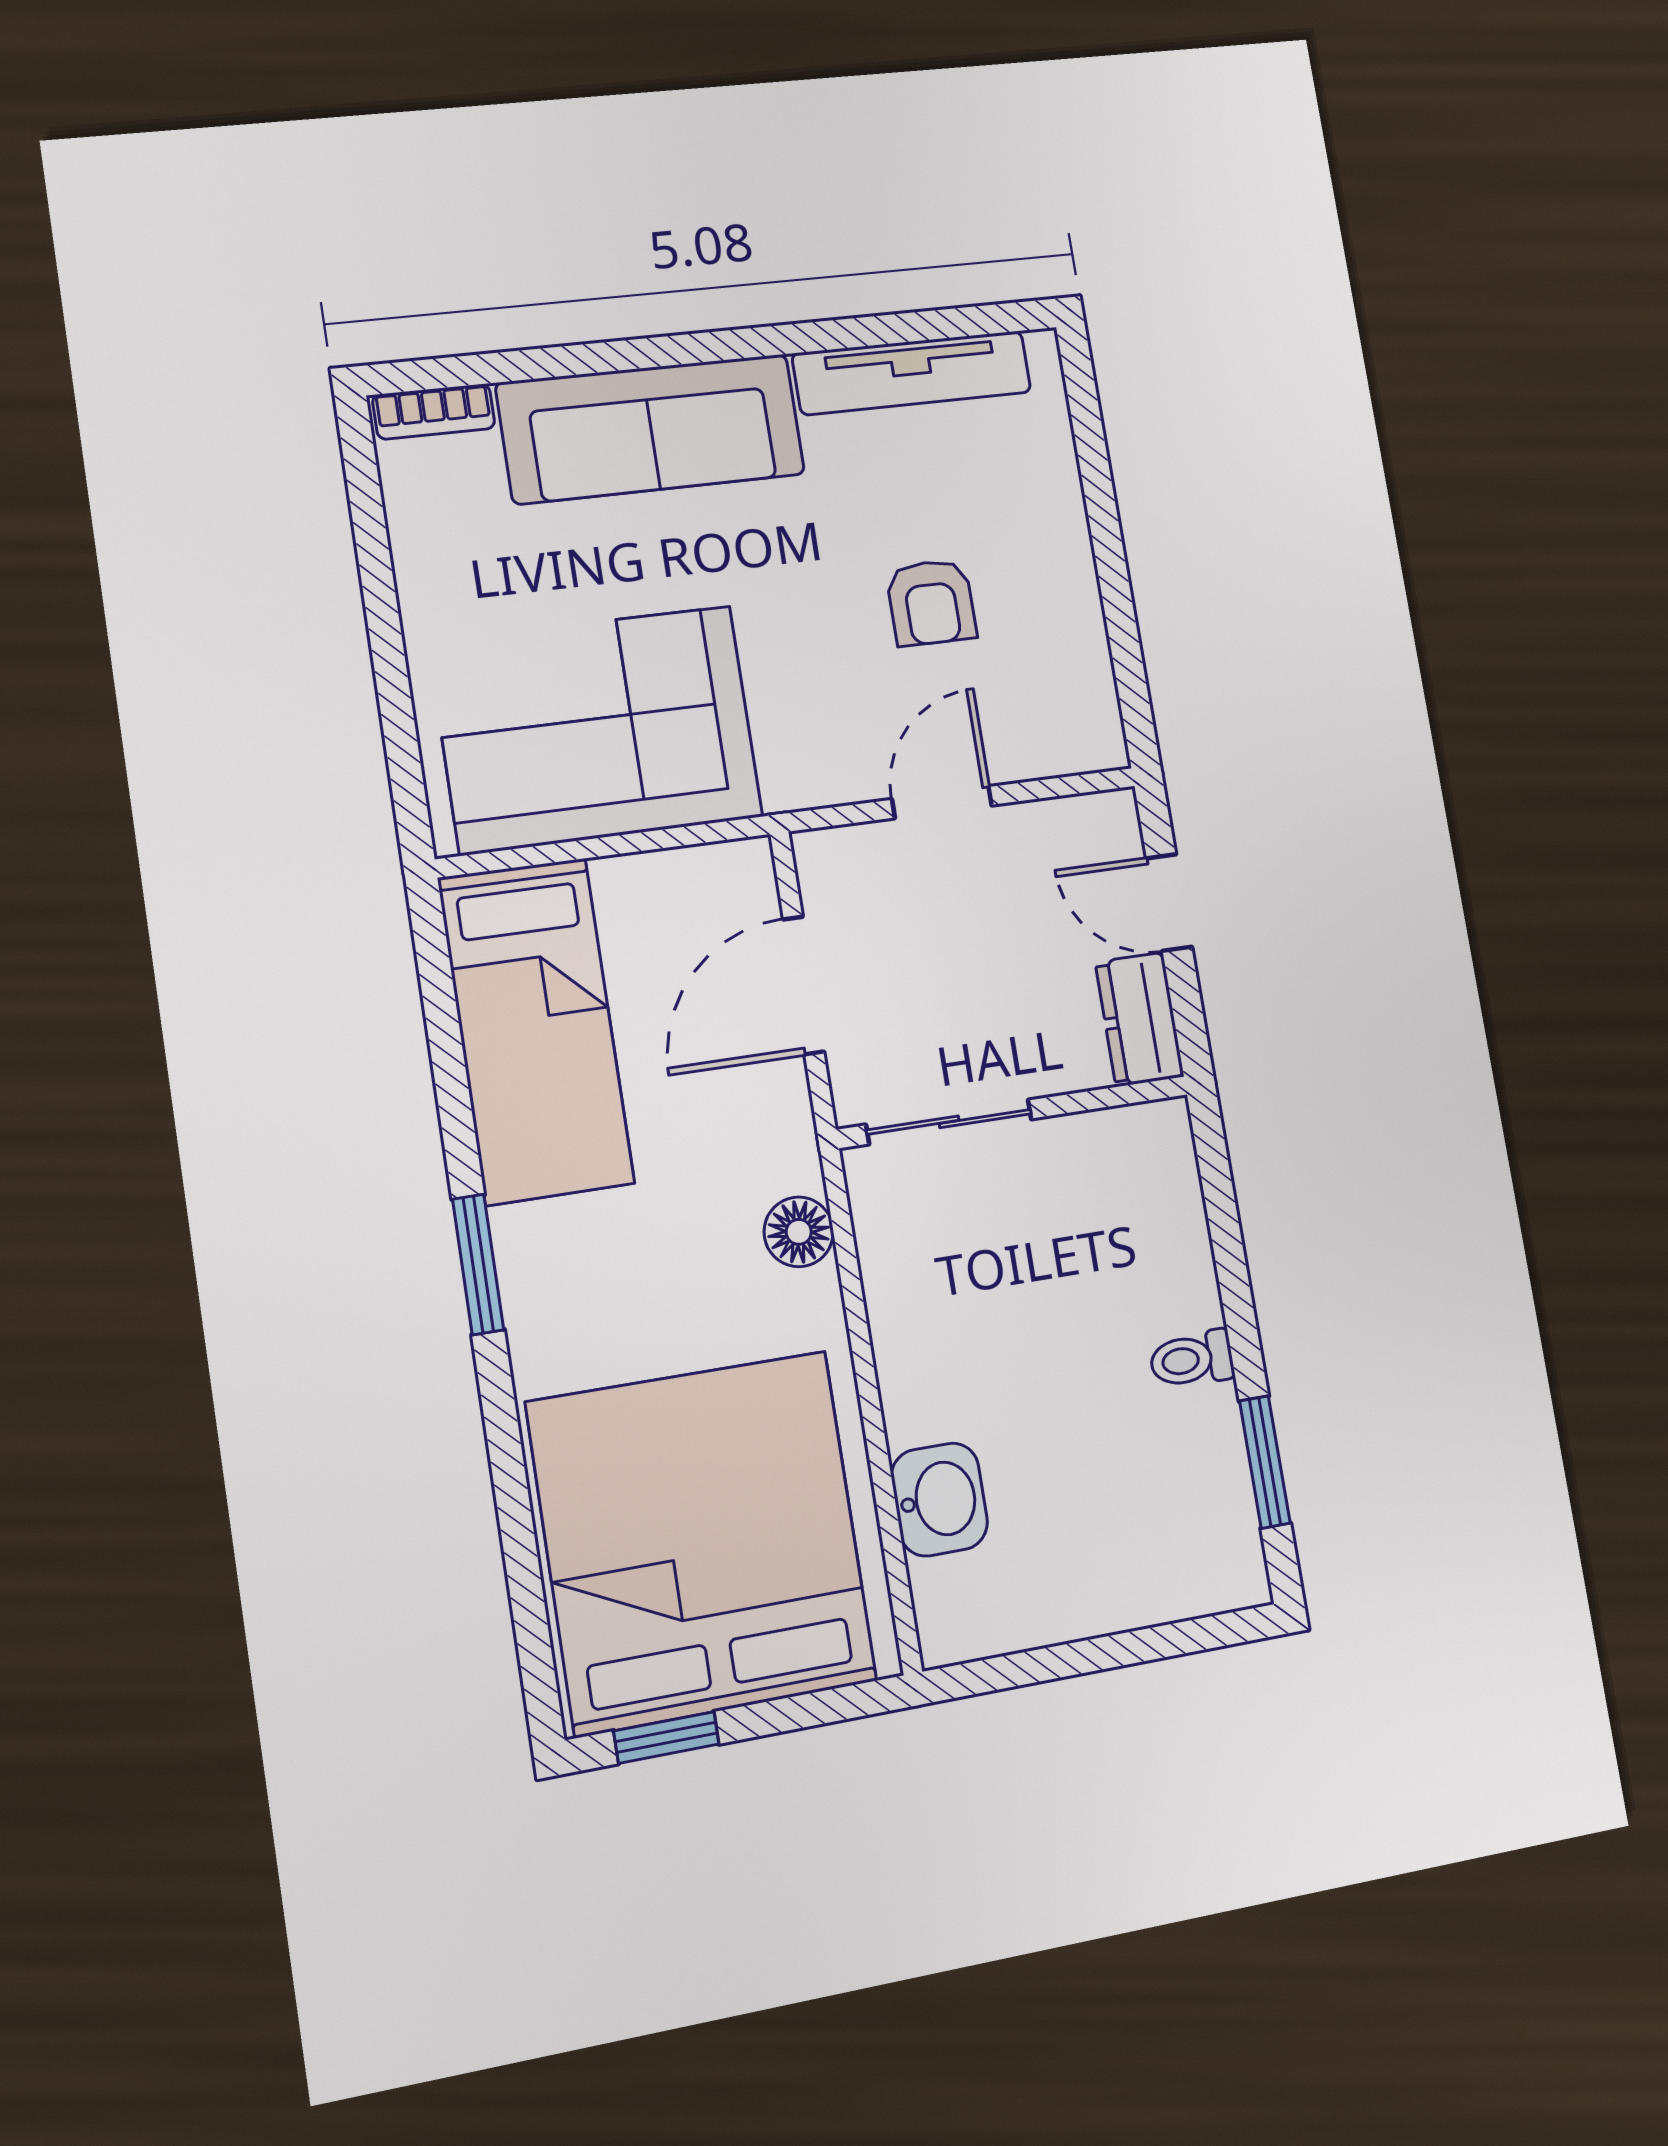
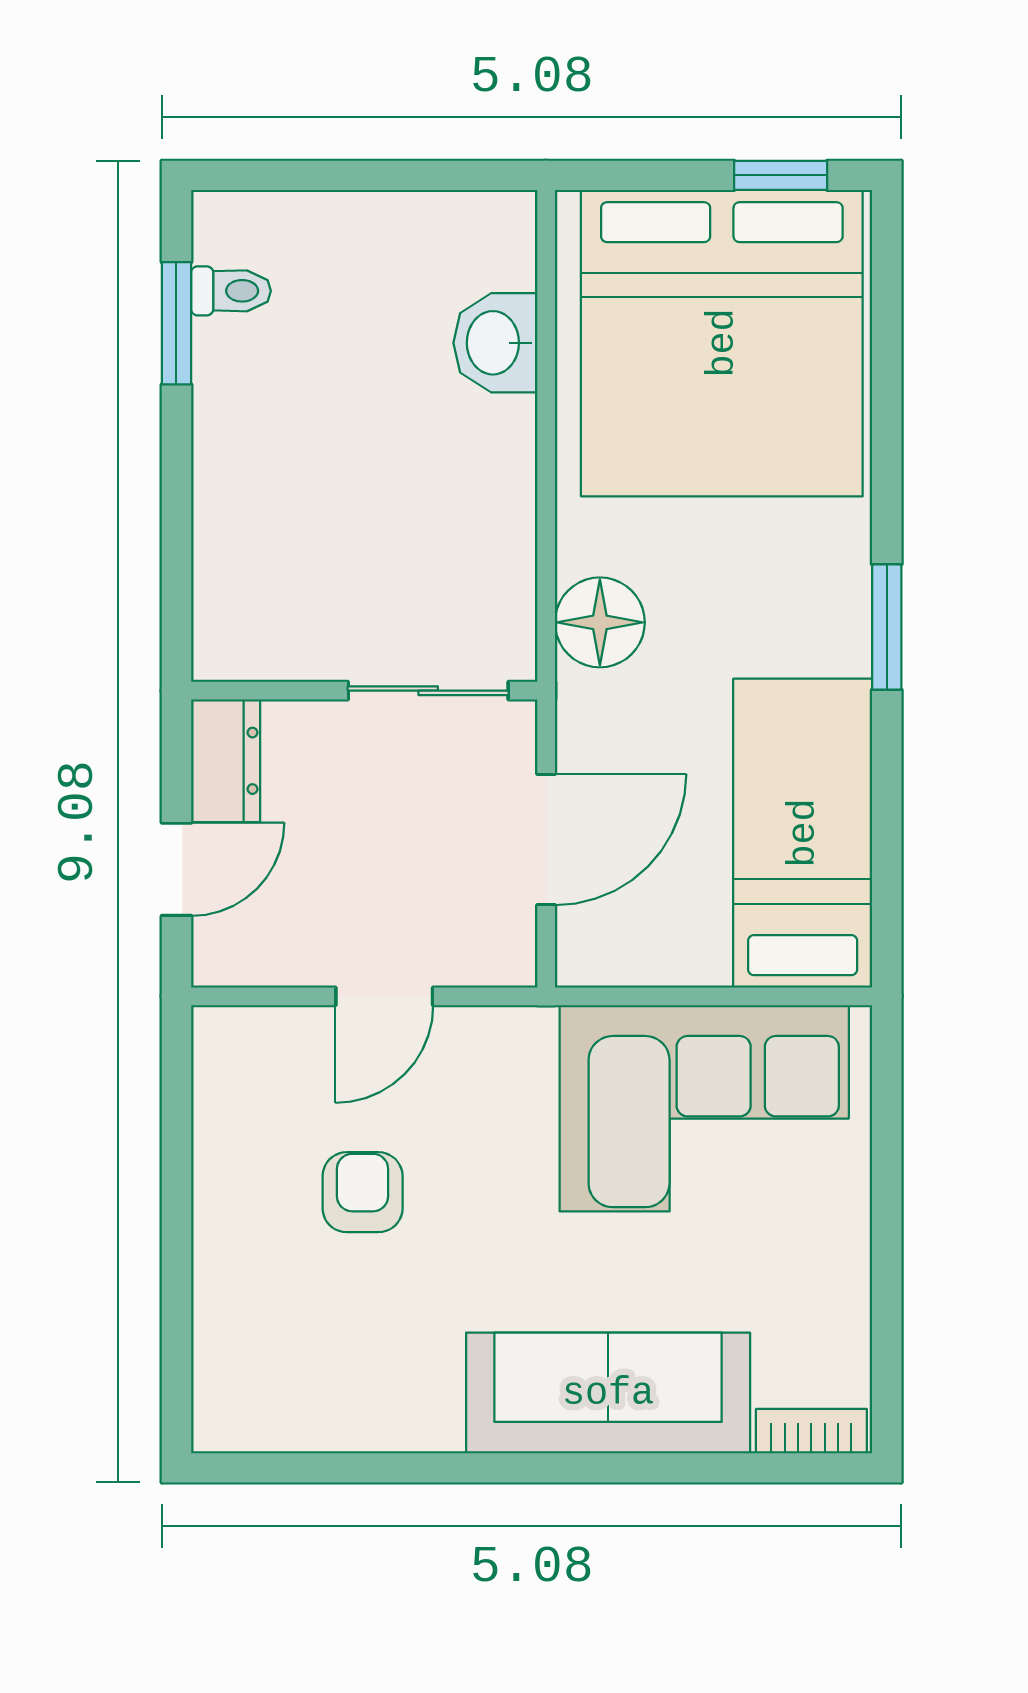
tv unit: (912, 373) -> (344, 1422), removed
door: (1169, 903) -> (176, 869), hinge flipped
floor lamp: (799, 1232) -> (600, 622), width x1.38, depth x1.38
toilet: (1192, 1359) -> (231, 291), moved

